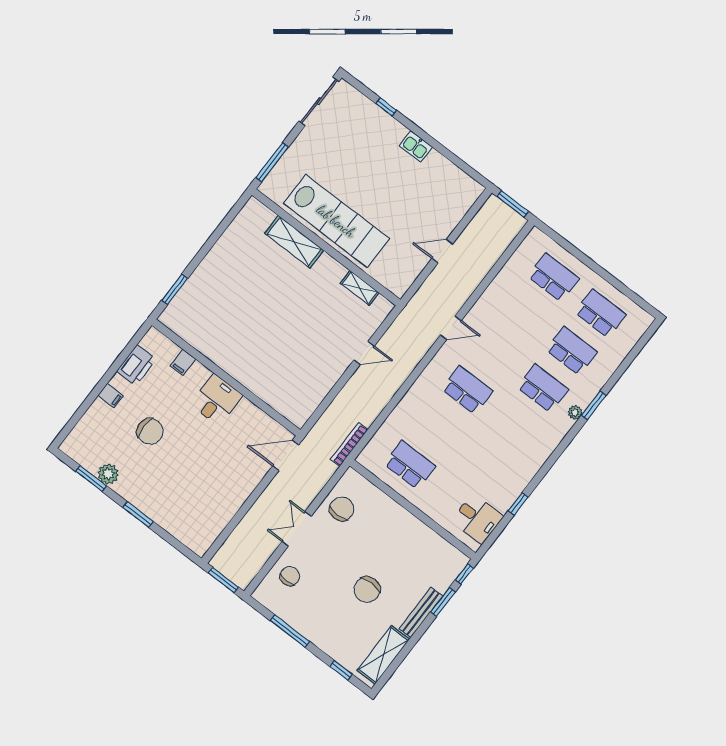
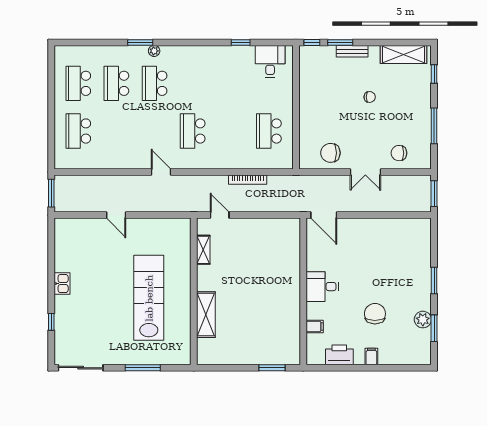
shelving: (294, 242) -> (206, 315), moved
wall: (326, 247) -> (194, 291), moved
shelving: (360, 288) -> (203, 250), moved
bookcase: (349, 444) -> (248, 180), moved
chair: (367, 590) -> (370, 97), width x0.54, depth x0.54
bench: (421, 612) -> (352, 51), width x0.73

